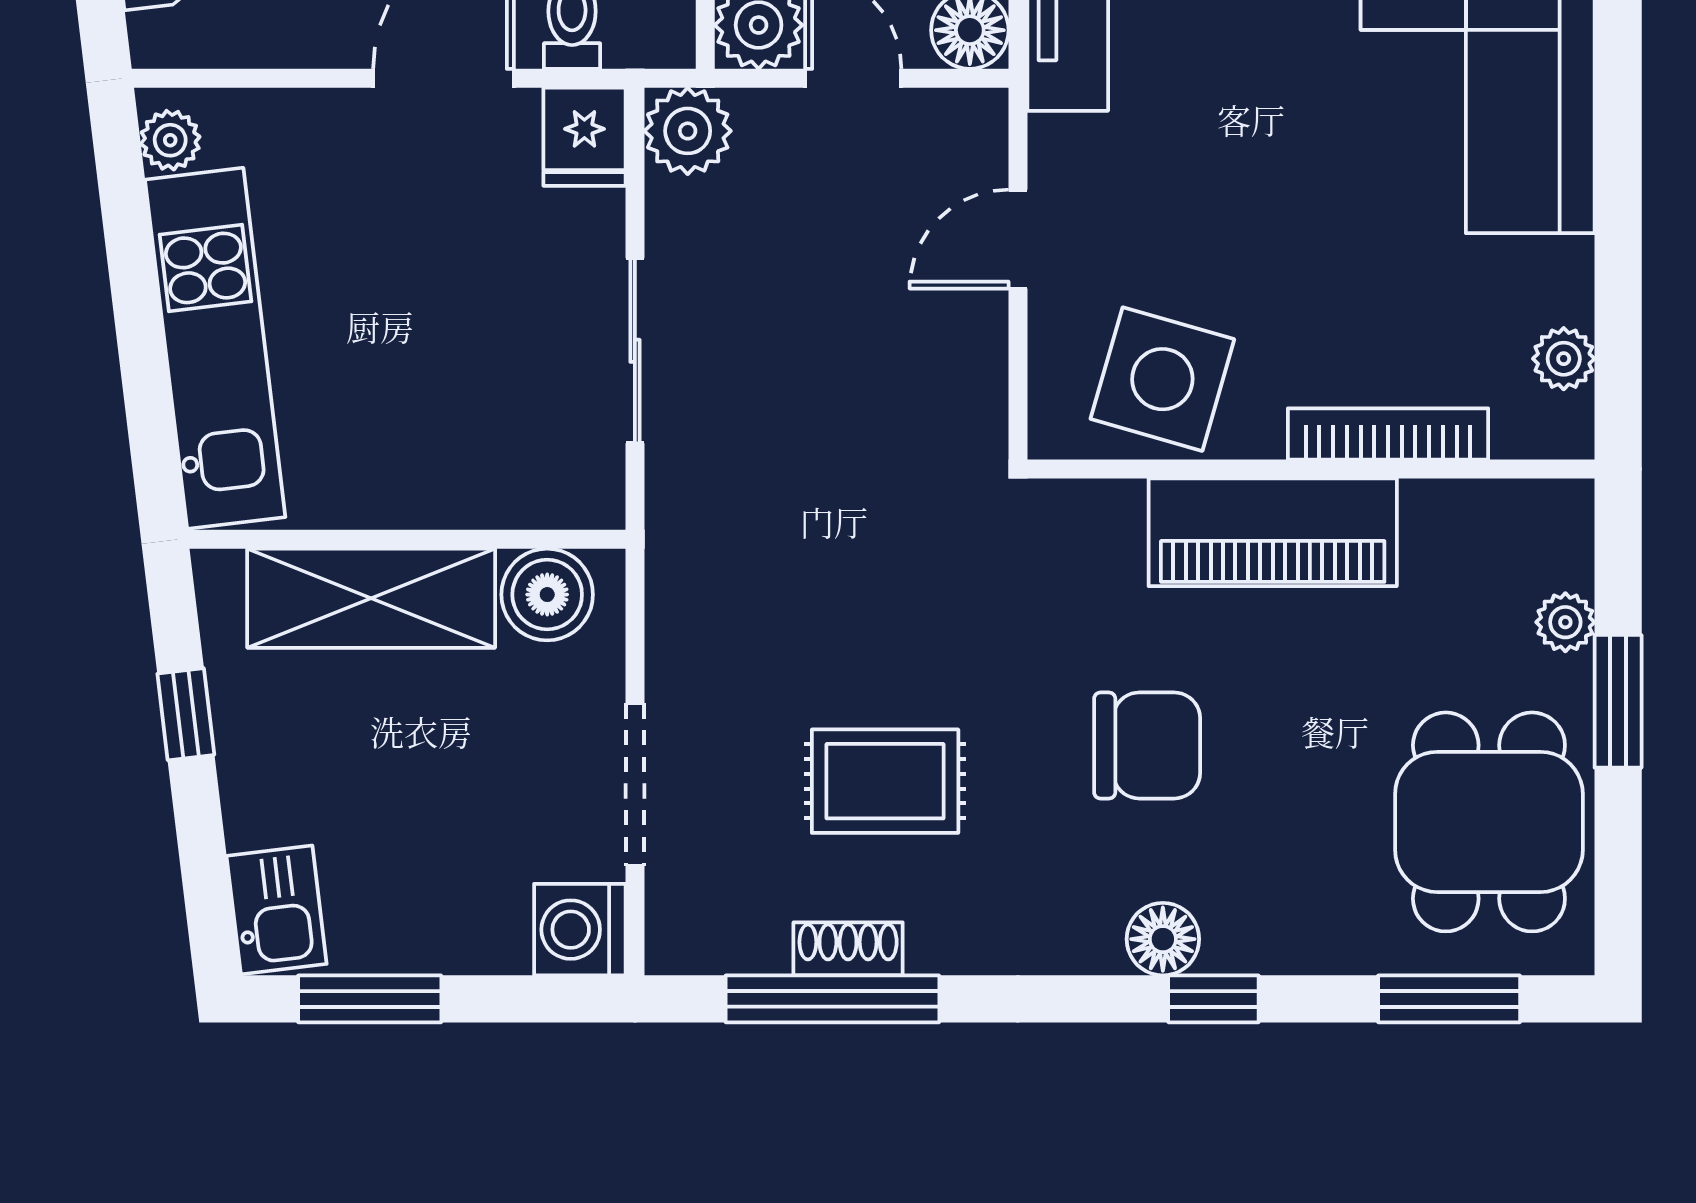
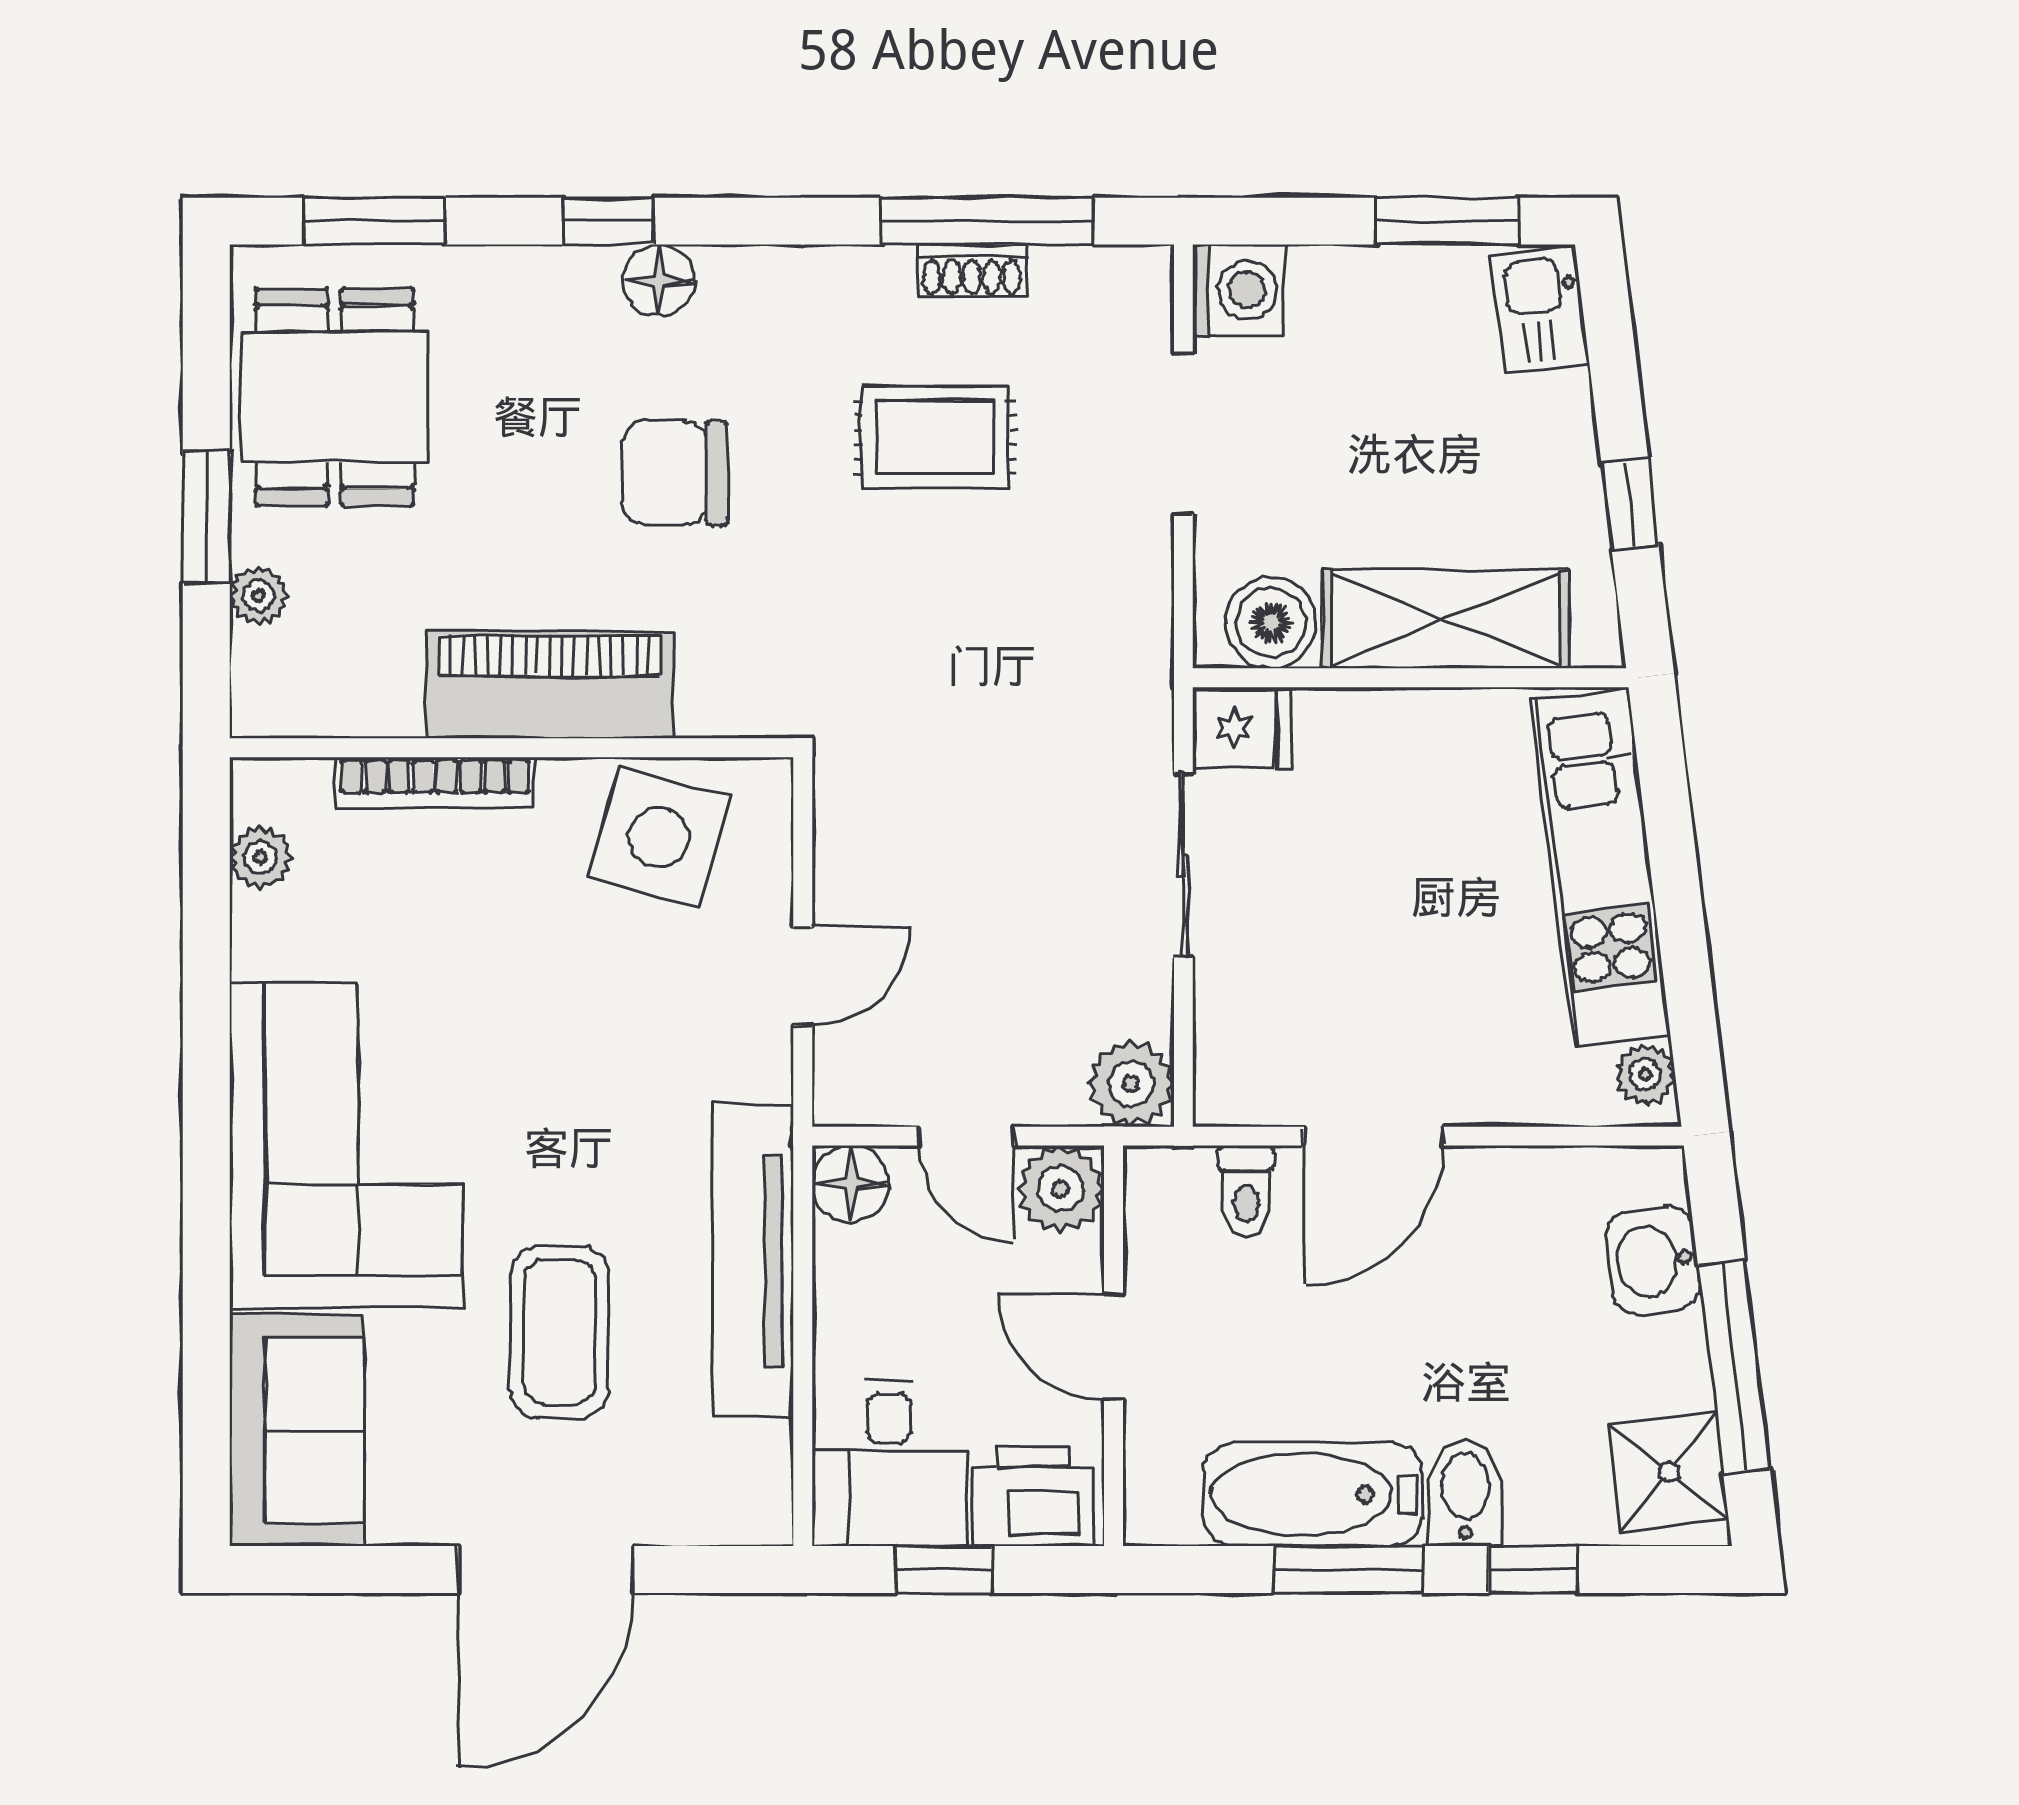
fridge: (584, 137) -> (1242, 728), moved, turned 90

